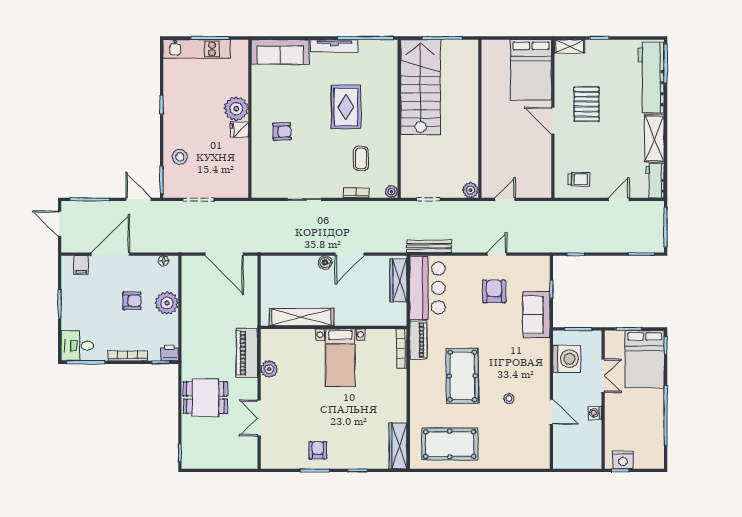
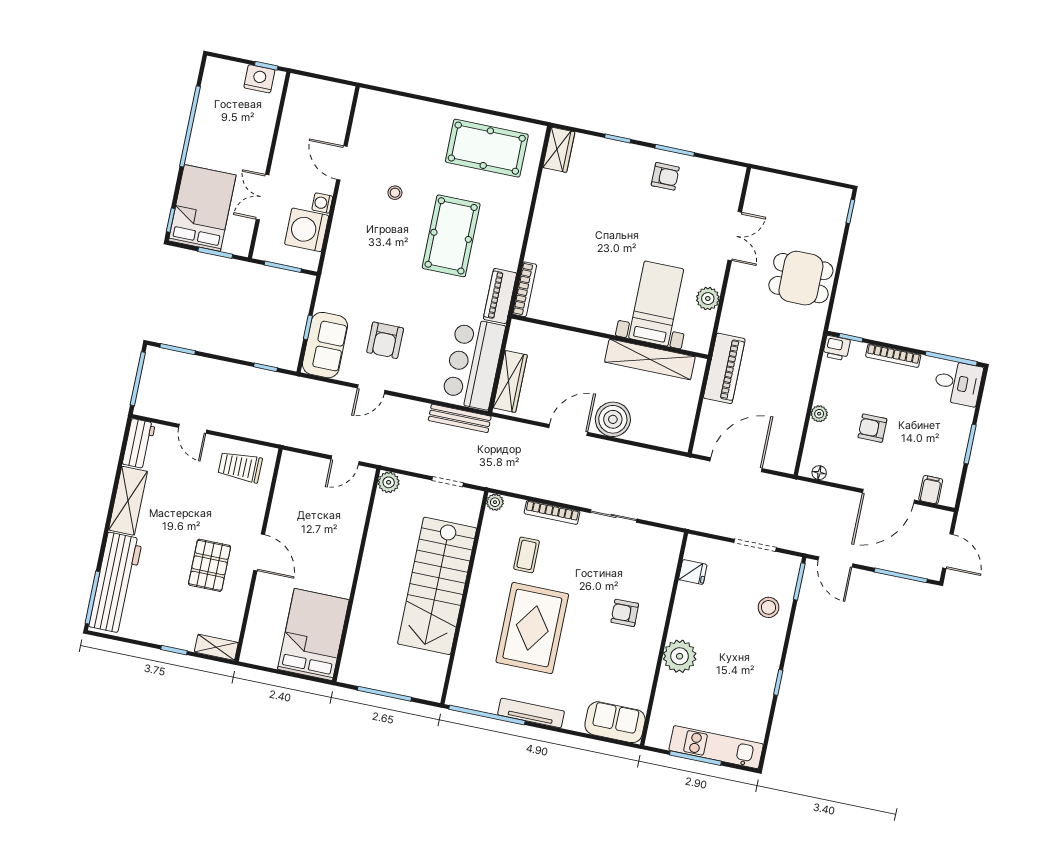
sofa: (280, 52) -> (615, 722), width x0.73
bed: (531, 70) -> (313, 635), moved
stairs: (420, 87) -> (437, 586), moved
rug: (346, 107) -> (532, 628), width x1.37, depth x1.44
fridge: (239, 130) -> (693, 572), moved
trolley: (579, 179) -> (240, 467), width x1.36, depth x1.39
bookcase: (356, 193) -> (552, 512), width x1.56
door: (619, 199) -> (193, 429), hinge flipped
door: (224, 254) -> (736, 465), hinge flipped
boiler: (325, 263) -> (613, 419), width x1.86, depth x1.86
plant: (167, 303) -> (819, 414), width x0.53, depth x0.53
sofa: (536, 315) -> (325, 345), moved
piano: (247, 353) -> (724, 368), moved
bed with nightstands: (340, 358) -> (656, 304), moved
washing machine: (595, 413) -> (322, 203), moved, turned 180
wardrobe: (398, 446) -> (559, 150), width x0.67
armchair: (318, 450) -> (665, 176), turned -90

